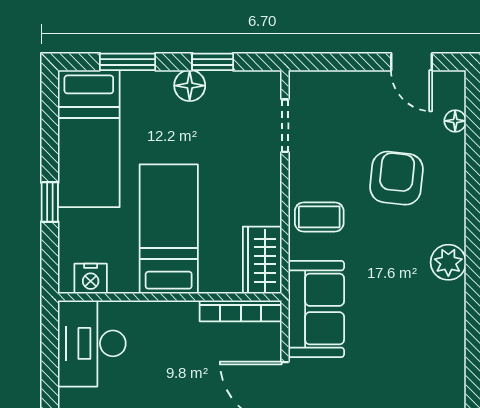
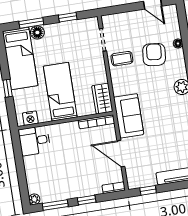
floor lamp: (190, 86) -> (37, 32), moved
floor lamp: (455, 121) -> (178, 44), moved
coffee table: (319, 217) -> (122, 59), moved
desk: (92, 343) -> (34, 141), width x0.73

